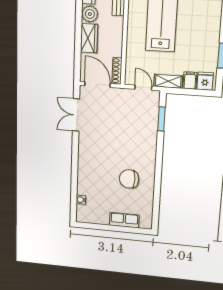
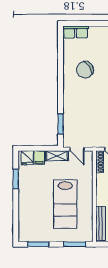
chair: (129, 179) -> (85, 70), turned 146
row of seats: (124, 220) -> (76, 32), moved

